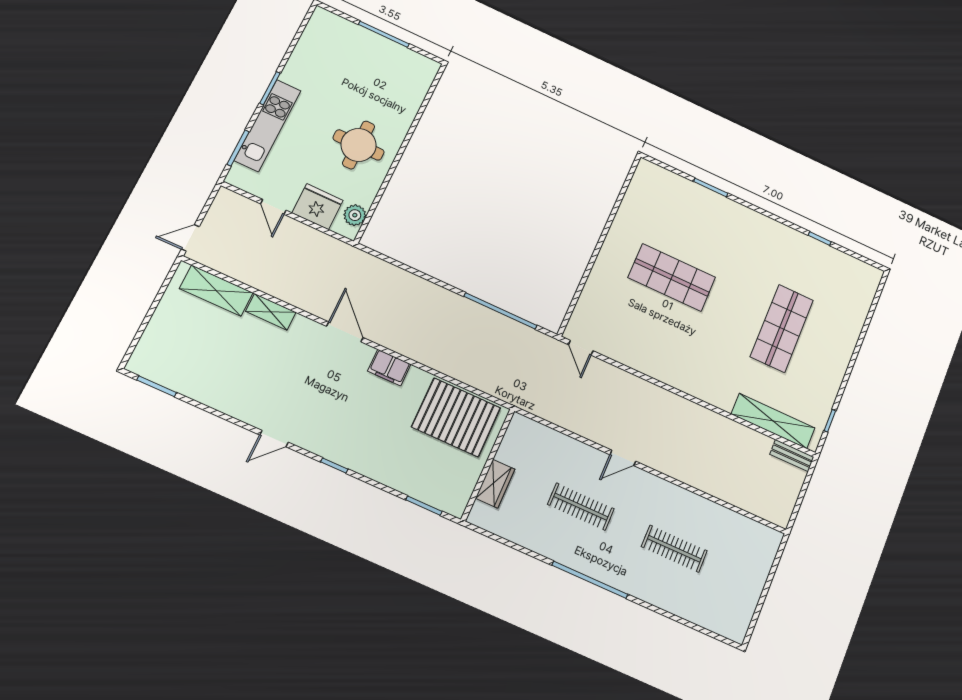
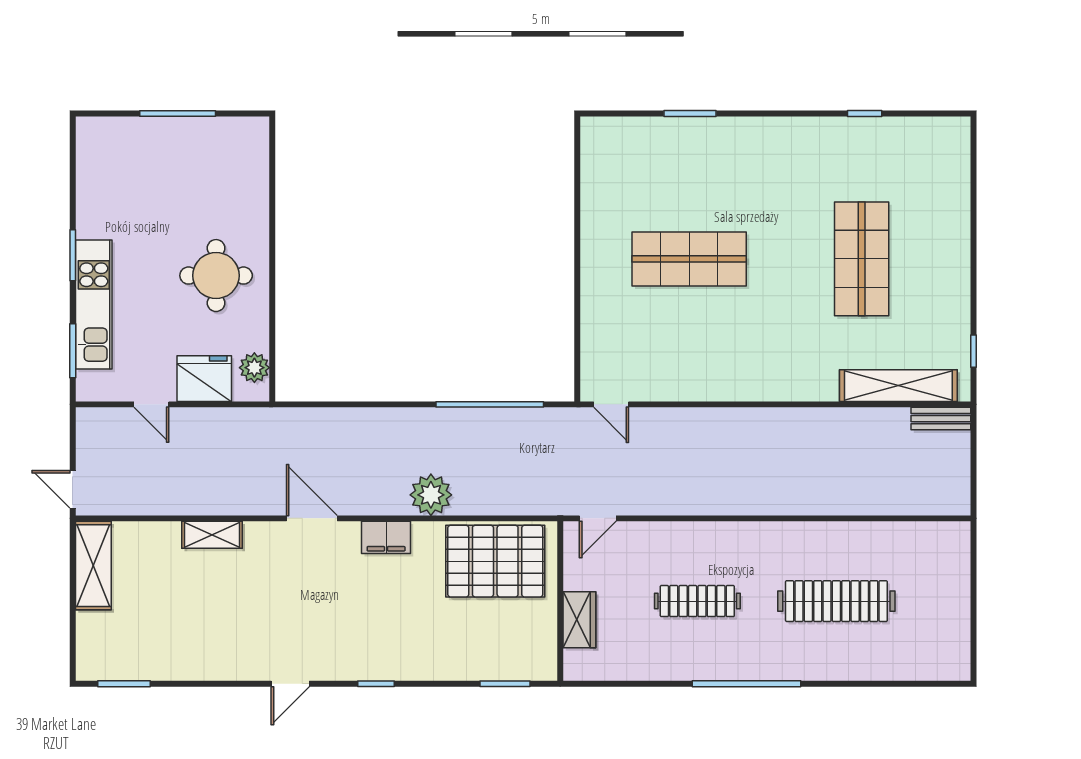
door: (190, 238) -> (73, 489), hinge flipped
shelving: (216, 291) -> (93, 566), moved, turned 90
plant: (433, 353) -> (431, 495), added
door: (623, 458) -> (598, 518), moved
clothes rail: (674, 549) -> (836, 601), width x1.37, depth x1.31

